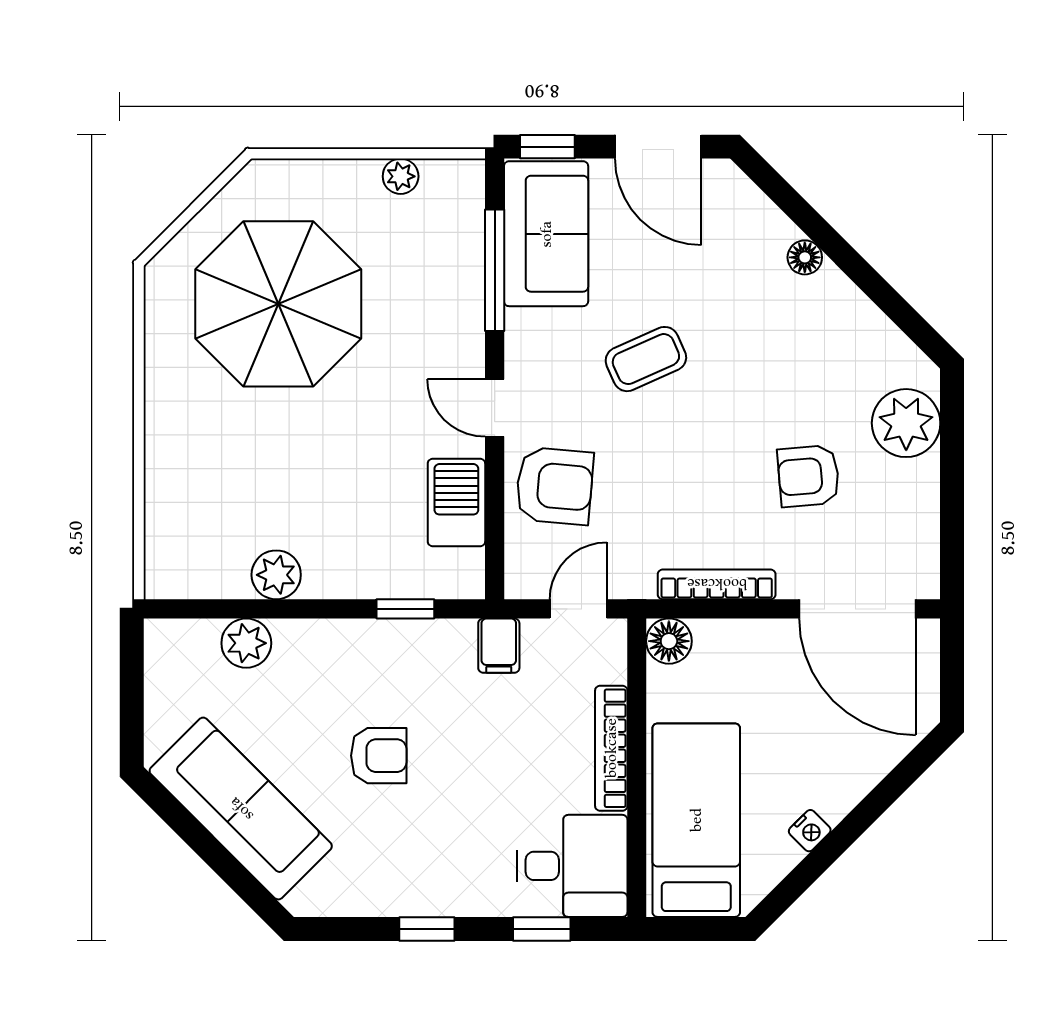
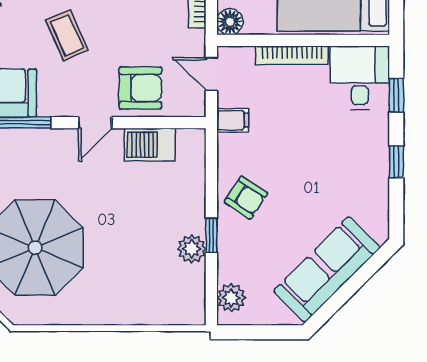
armchair: (554, 486) -> (140, 88), turned 85
window: (405, 609) -> (211, 236), moved
plant: (246, 643) -> (231, 298), moved
armchair: (379, 756) -> (246, 198), moved, turned 123

